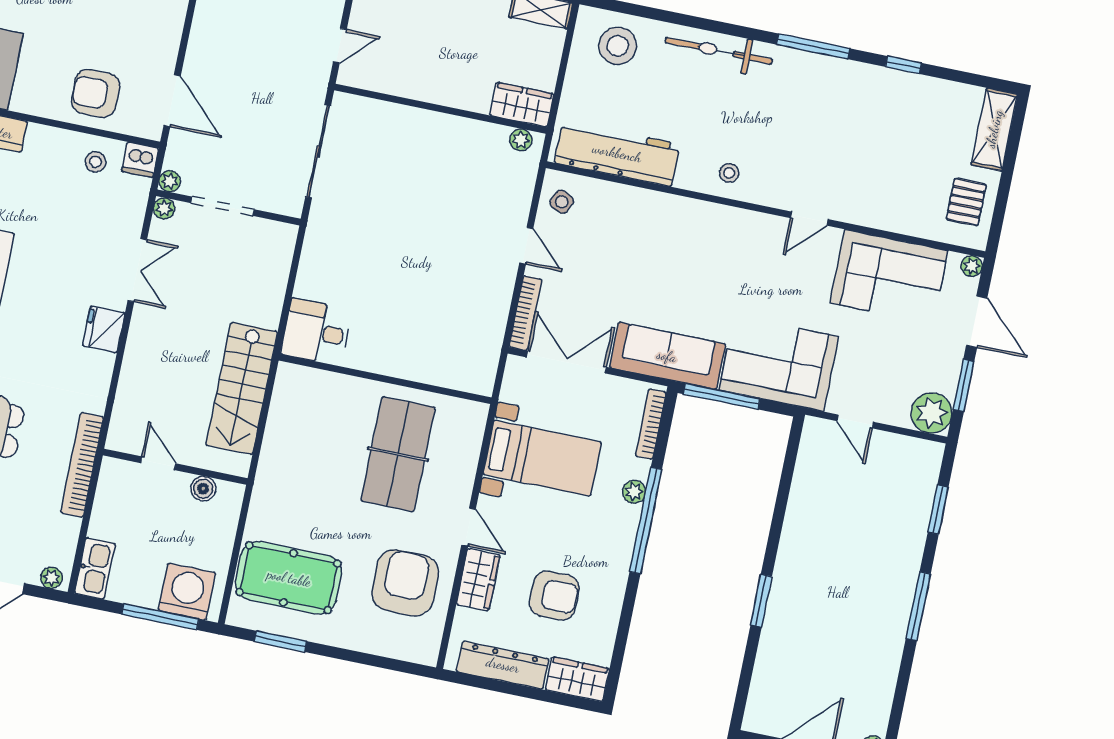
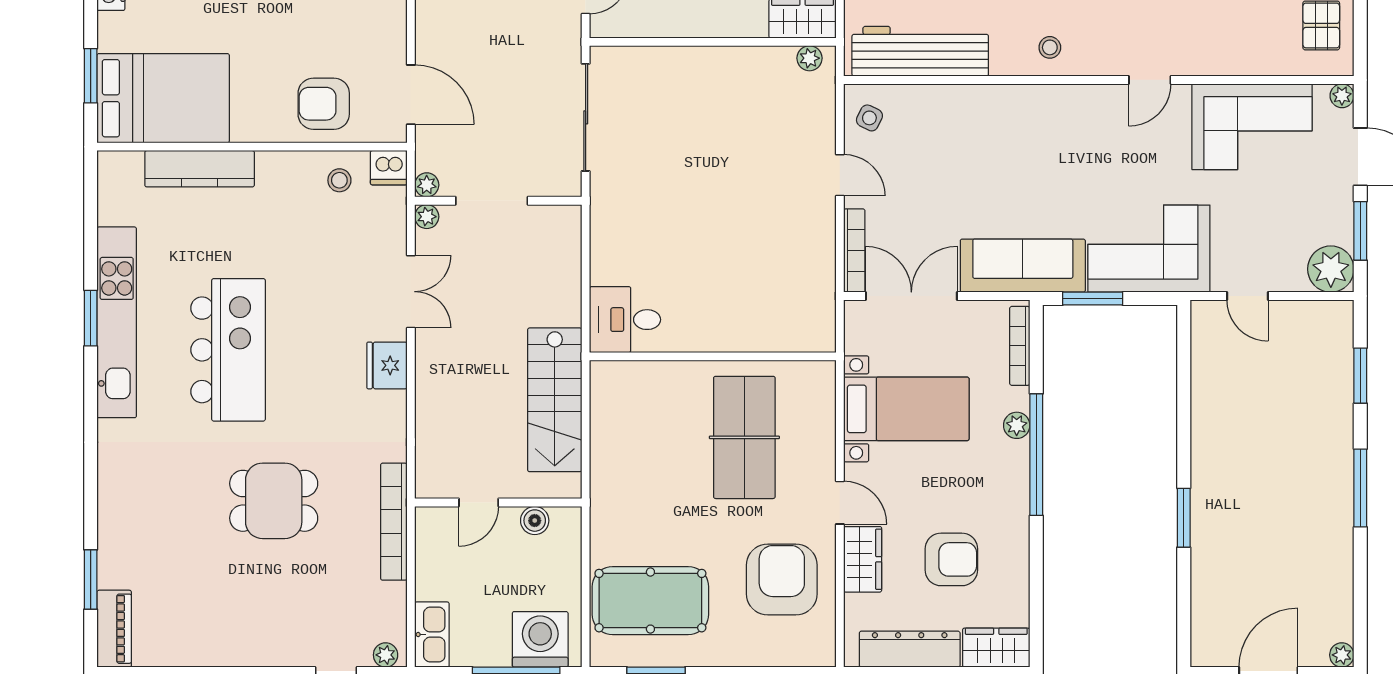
window: (722, 396) -> (1093, 299), width x0.69
door: (158, 463) -> (479, 503), swing flipped

